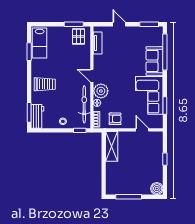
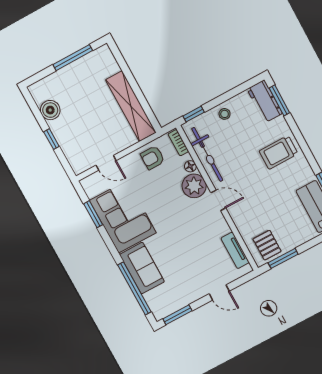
shelving: (112, 146) -> (131, 106), width x1.47
boiler: (157, 189) -> (50, 110), moved

